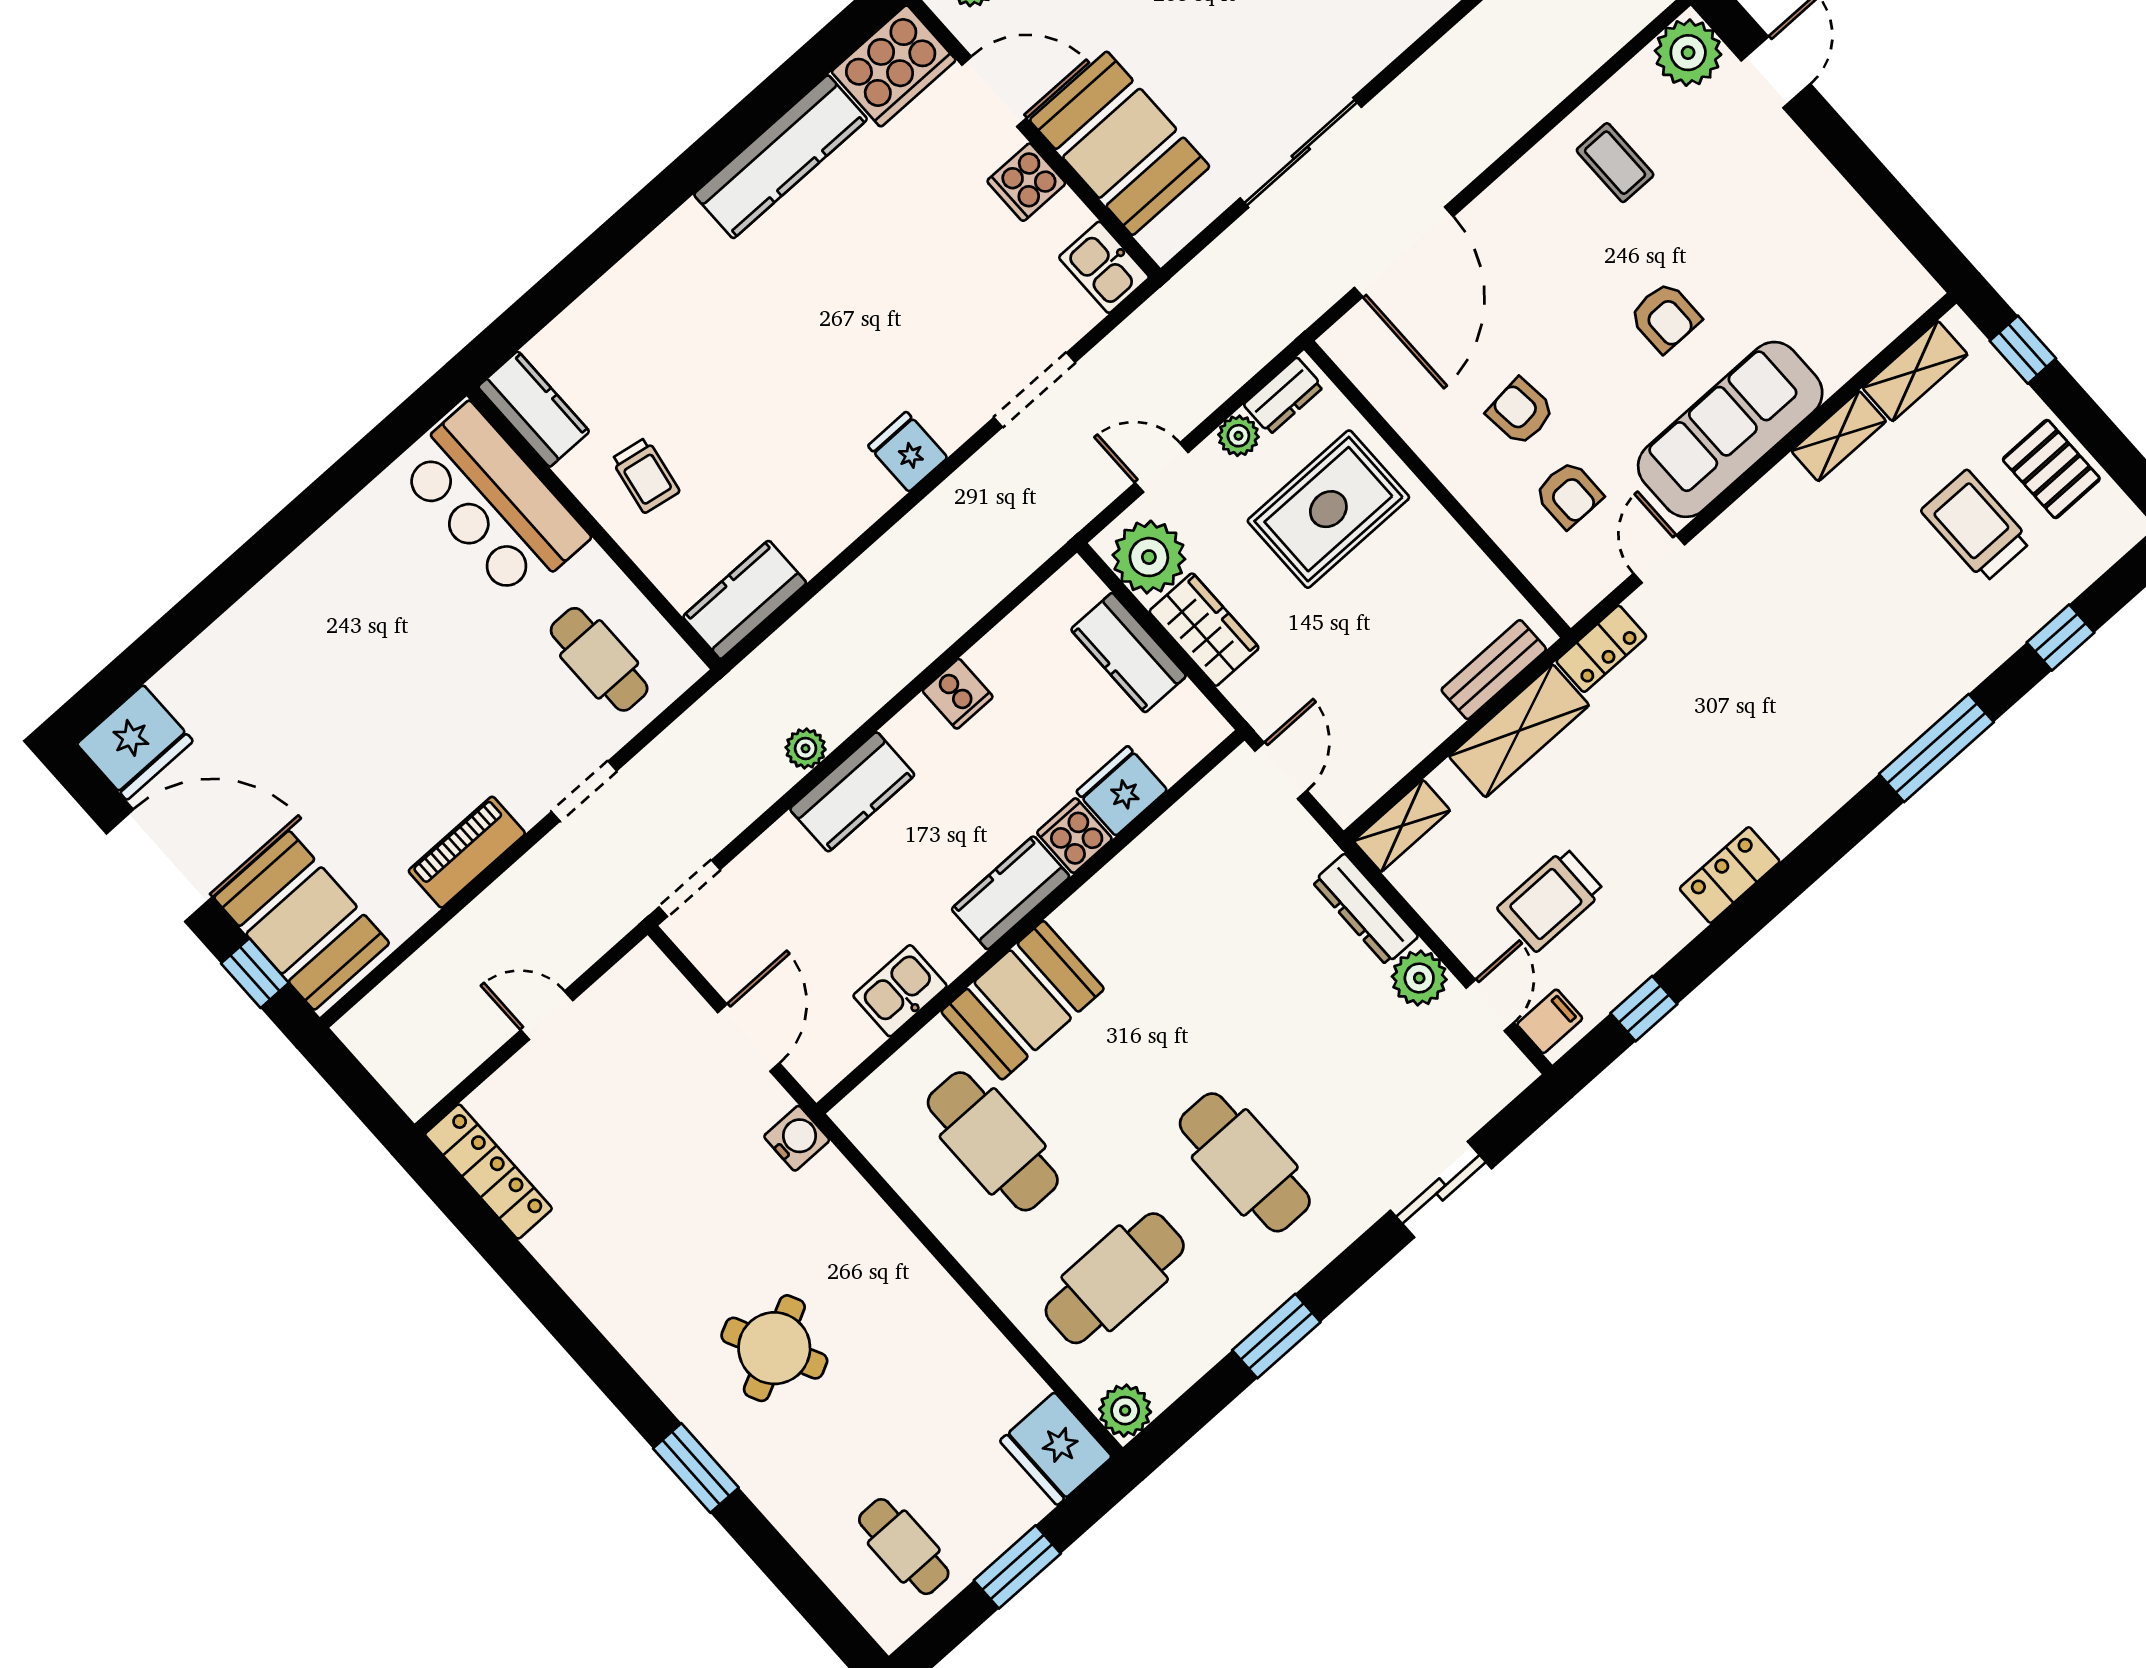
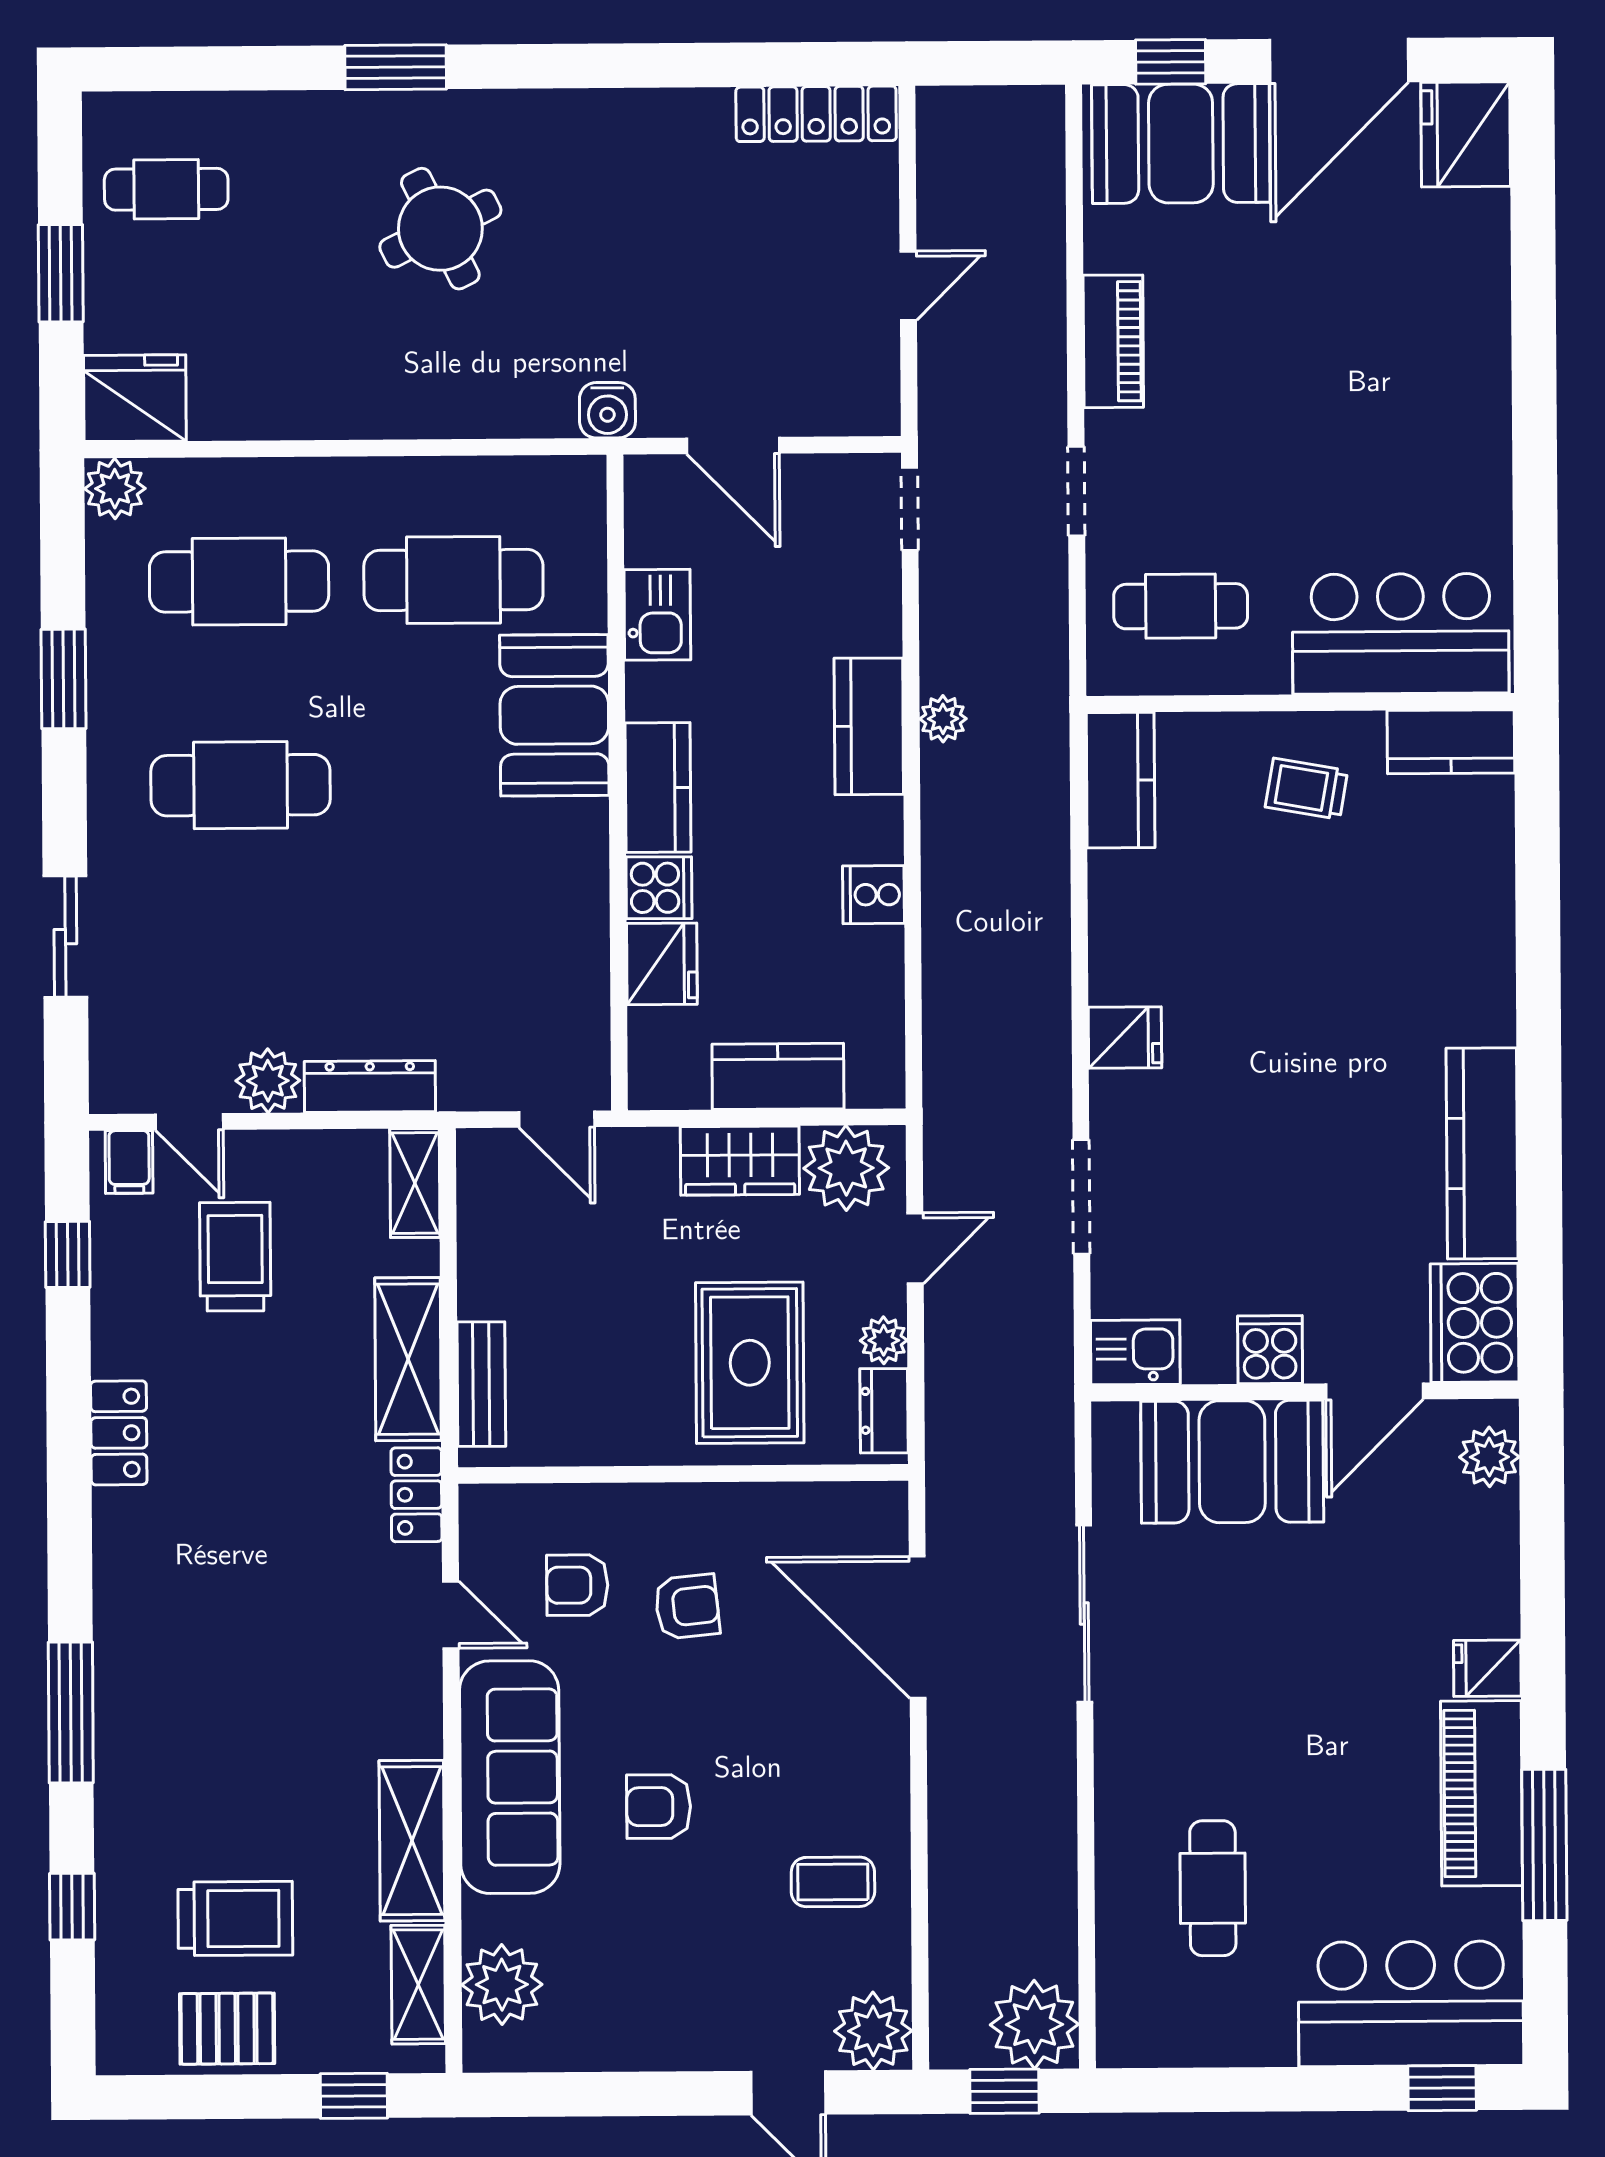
plant: (1868, 317) -> (502, 1985), added
shelving: (1839, 436) -> (412, 1841), width x1.50, depth x1.33
cafe table: (1115, 1278) -> (239, 582), turned 90

